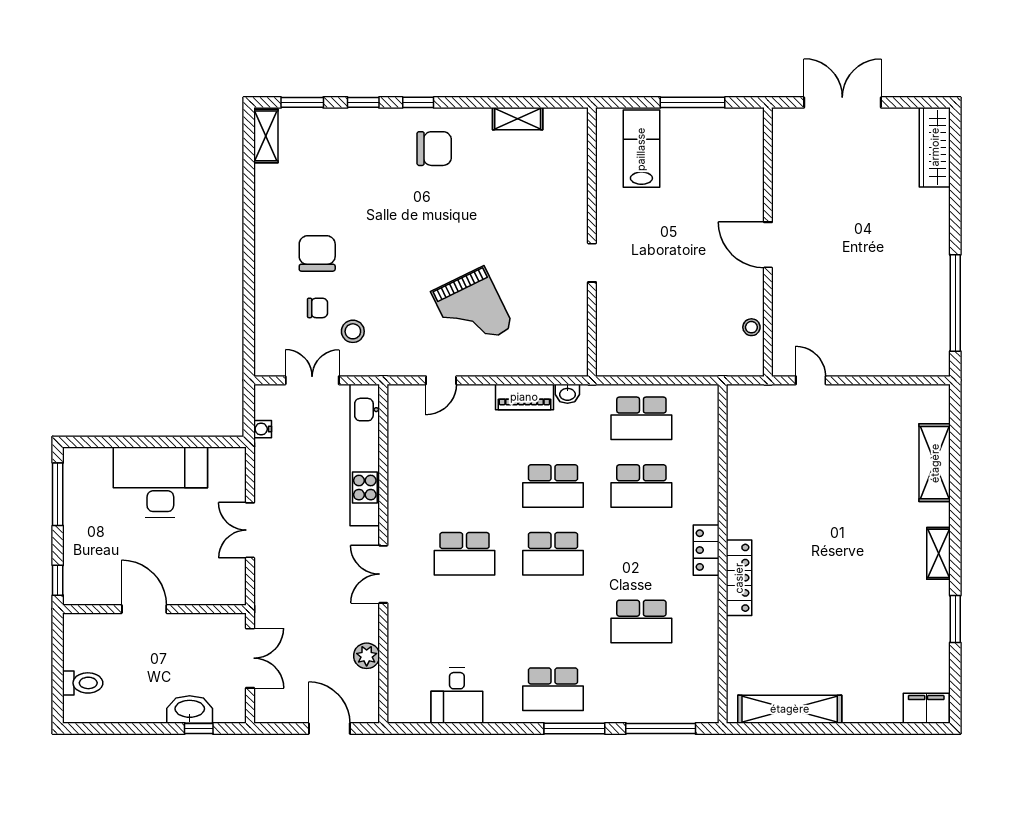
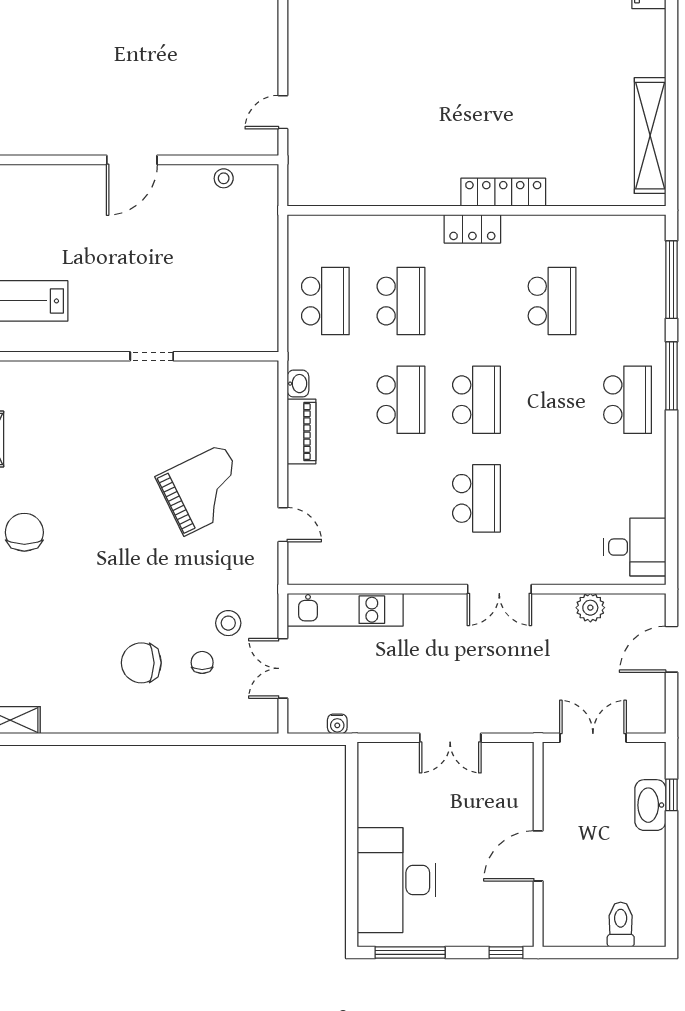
kitchen unit: (365, 455) -> (345, 610), width x0.73
desk: (160, 482) -> (397, 880), moved
desk: (457, 696) -> (635, 547), moved

